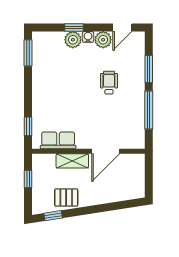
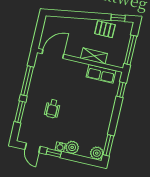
window: (74, 28) -> (54, 153), moved
door: (122, 28) -> (33, 148), swing flipped
plant: (103, 40) -> (97, 153), moved
door: (106, 151) -> (53, 54), moved
window: (28, 179) -> (131, 50), width x2.17

